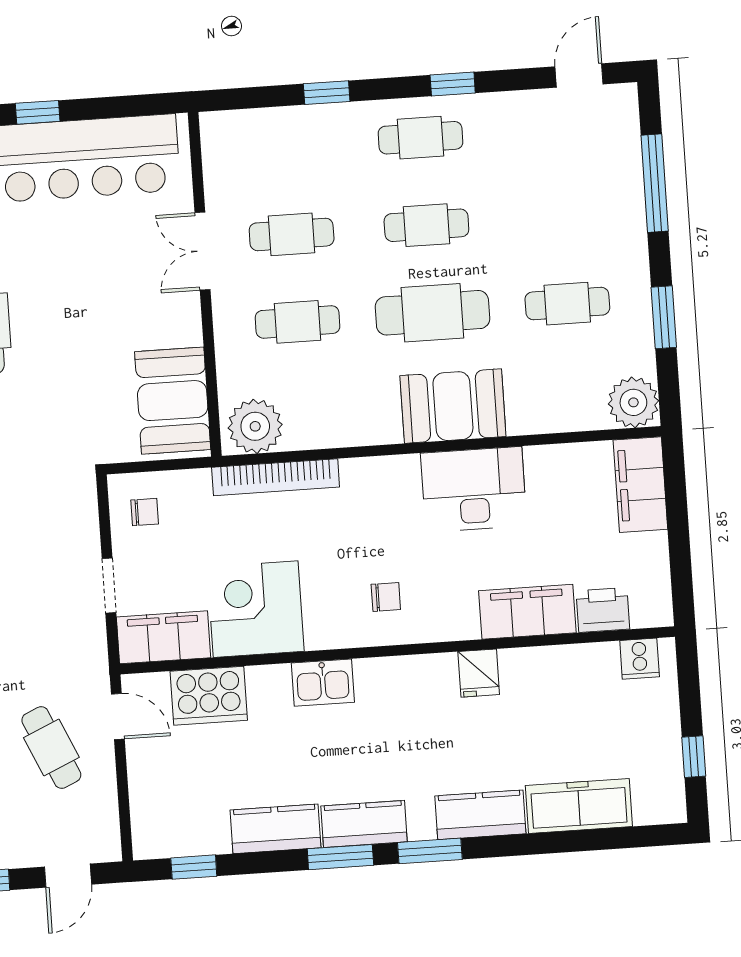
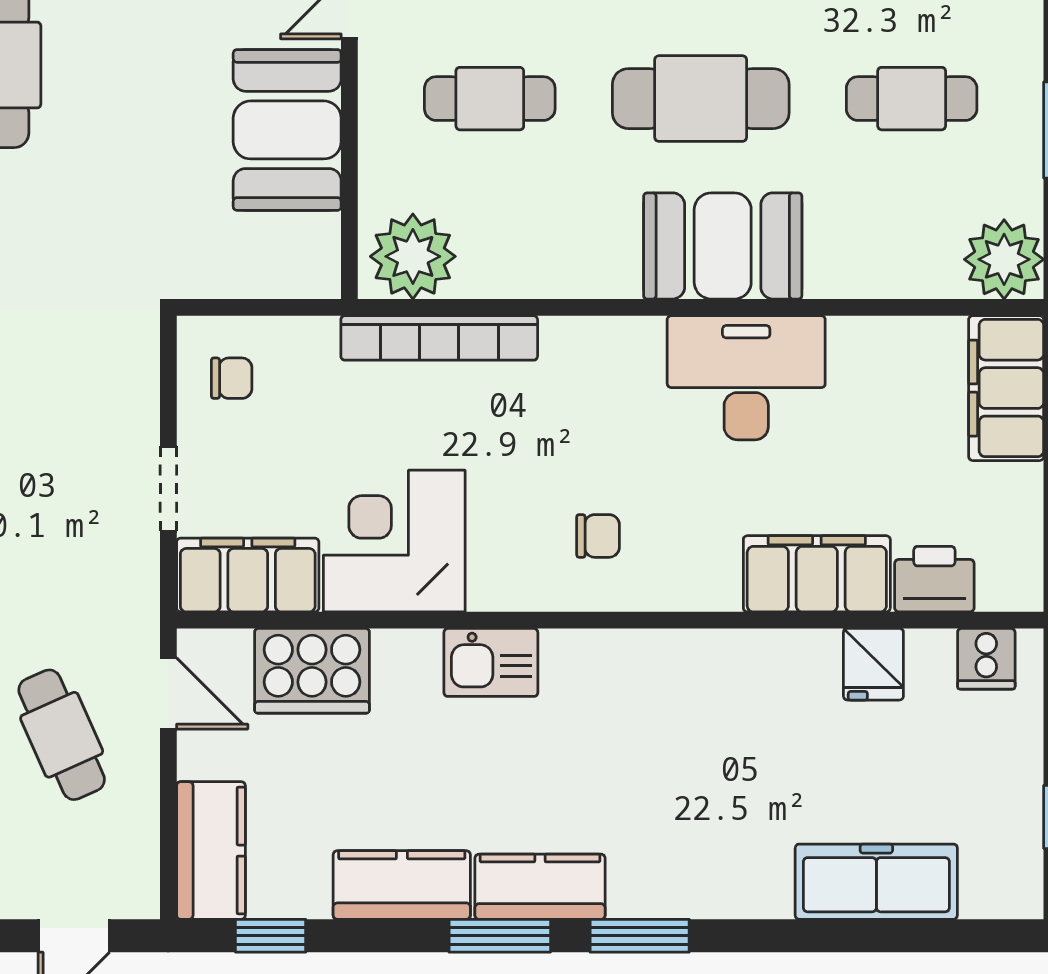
booth: (173, 401) -> (287, 130), moved
fridge: (479, 673) -> (873, 664), moved
kitchen counter: (480, 815) -> (211, 851), moved, turned 90

